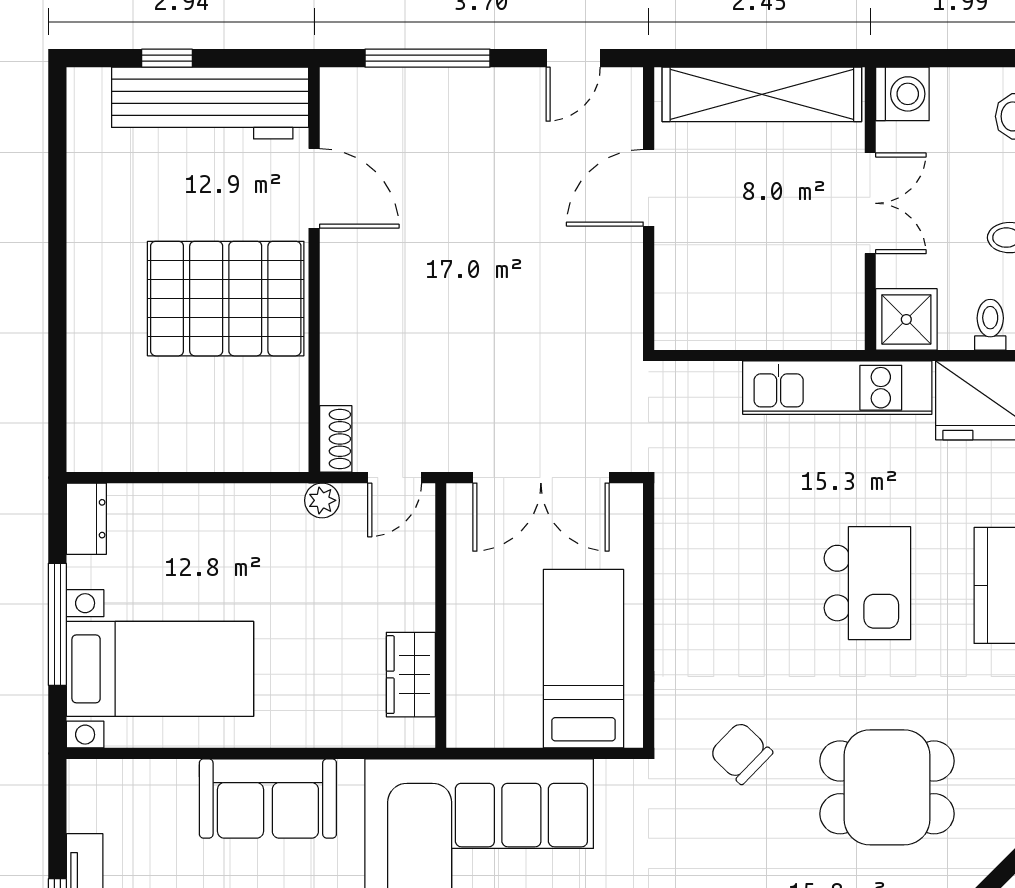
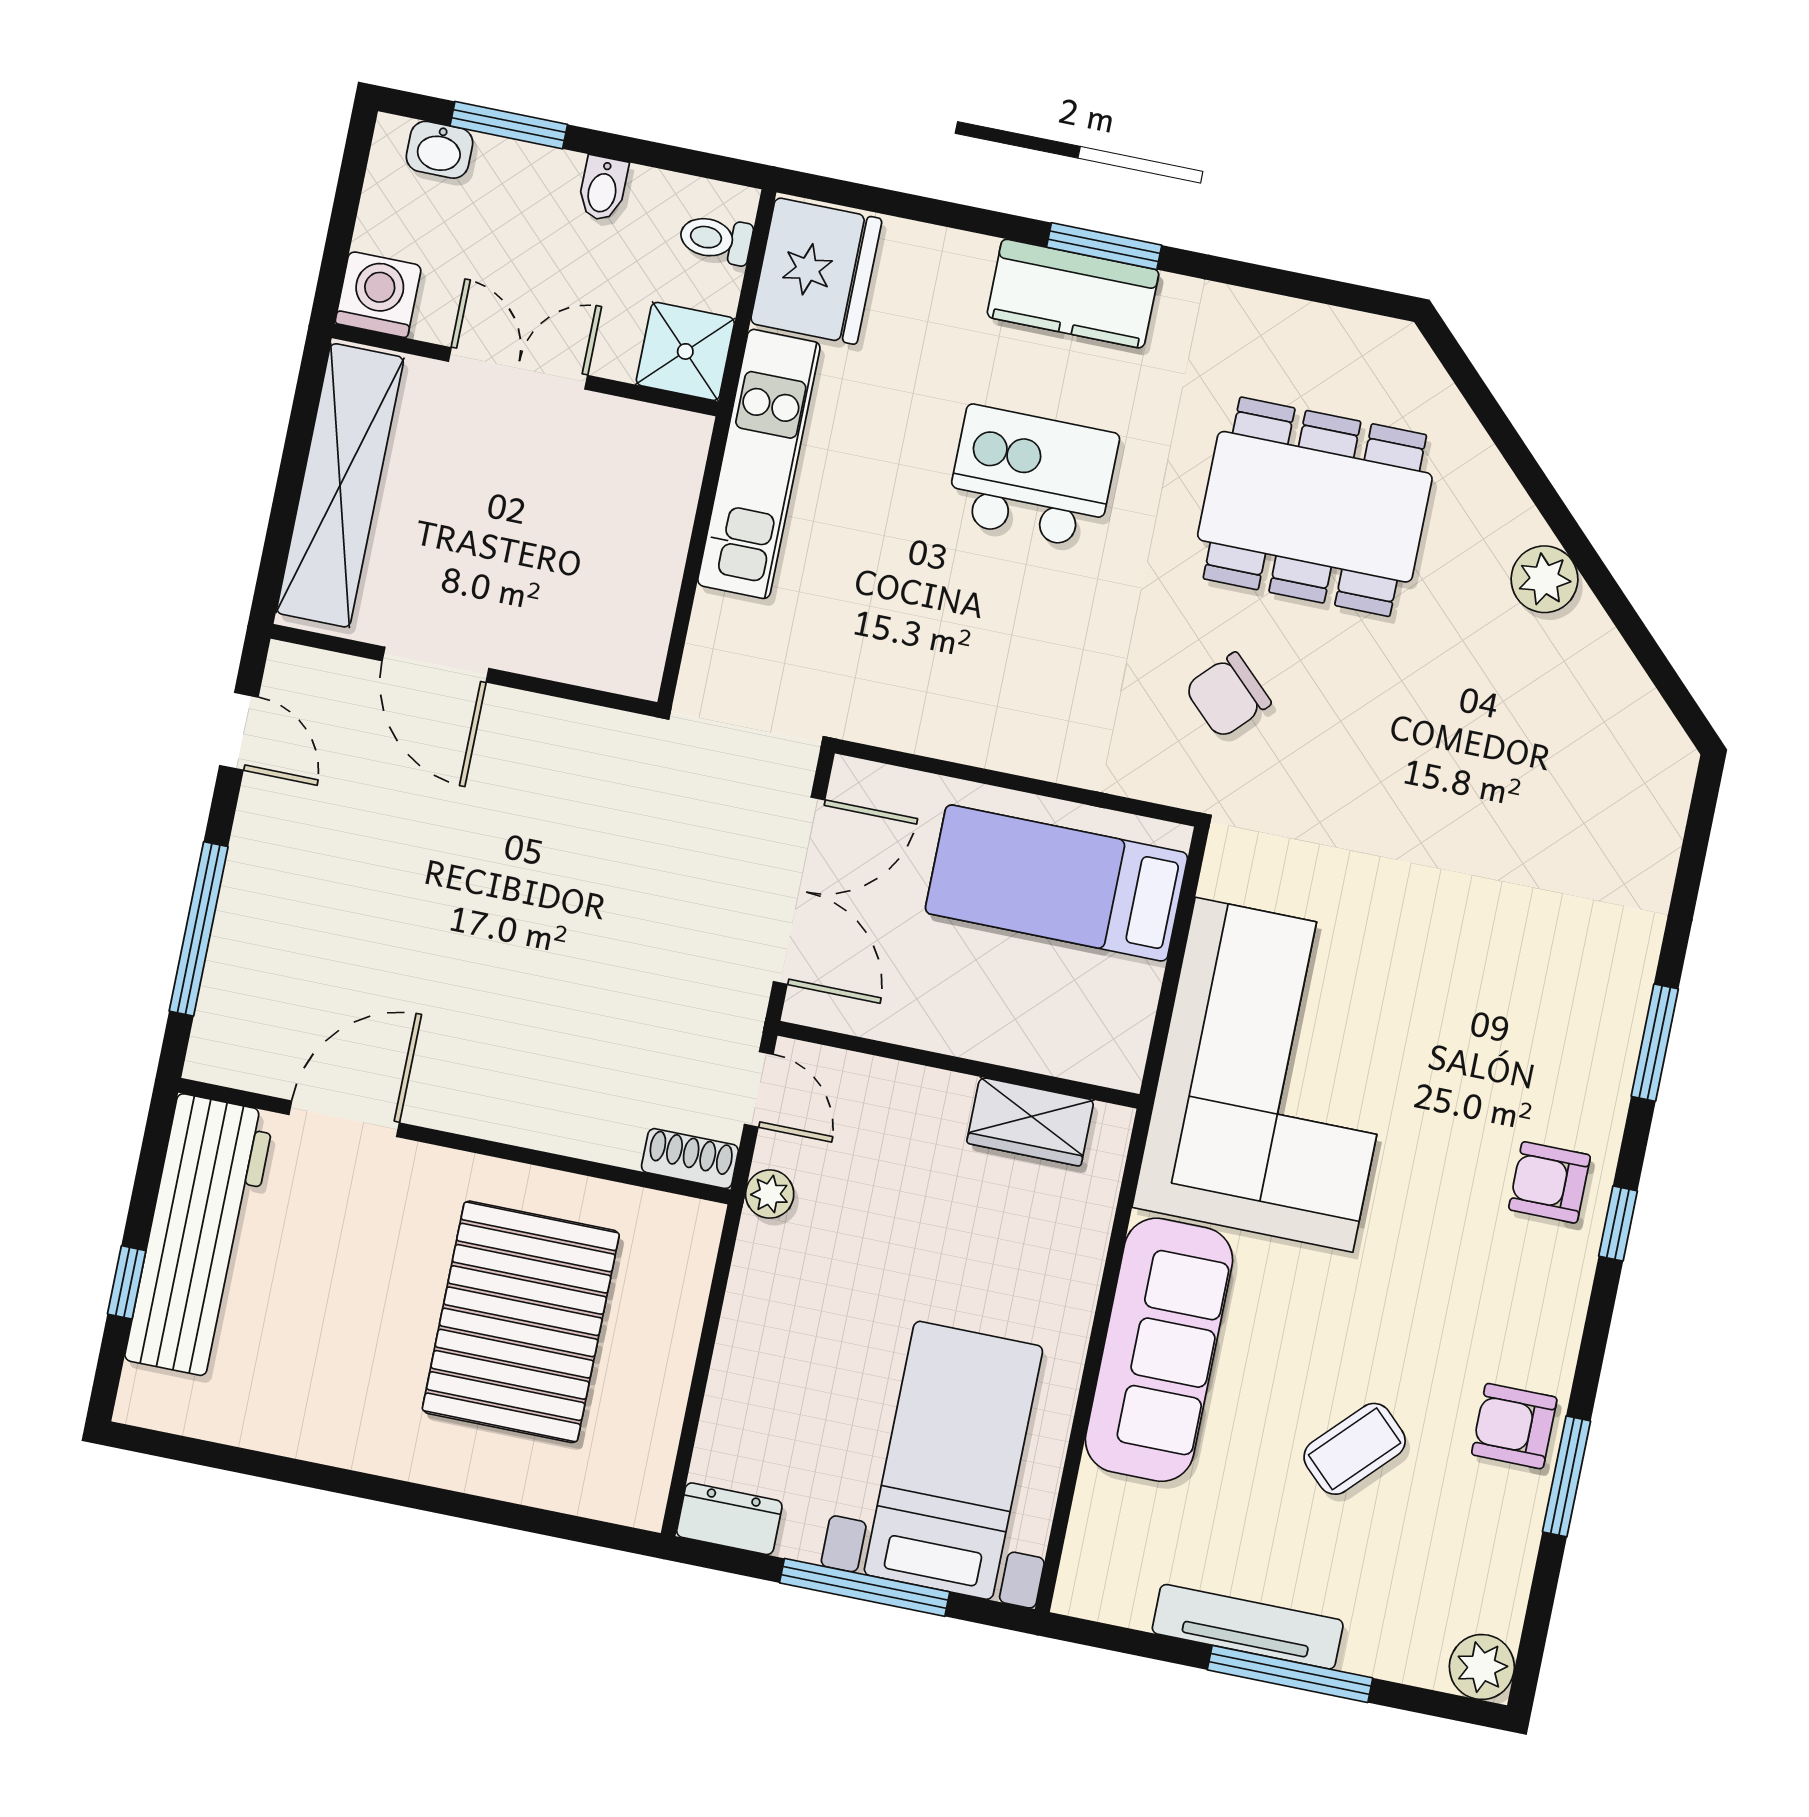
pallet: (226, 299) -> (521, 1322), moved
dining table: (887, 787) -> (1315, 507), width x1.38
sofa: (268, 798) -> (1159, 1350), width x1.36

